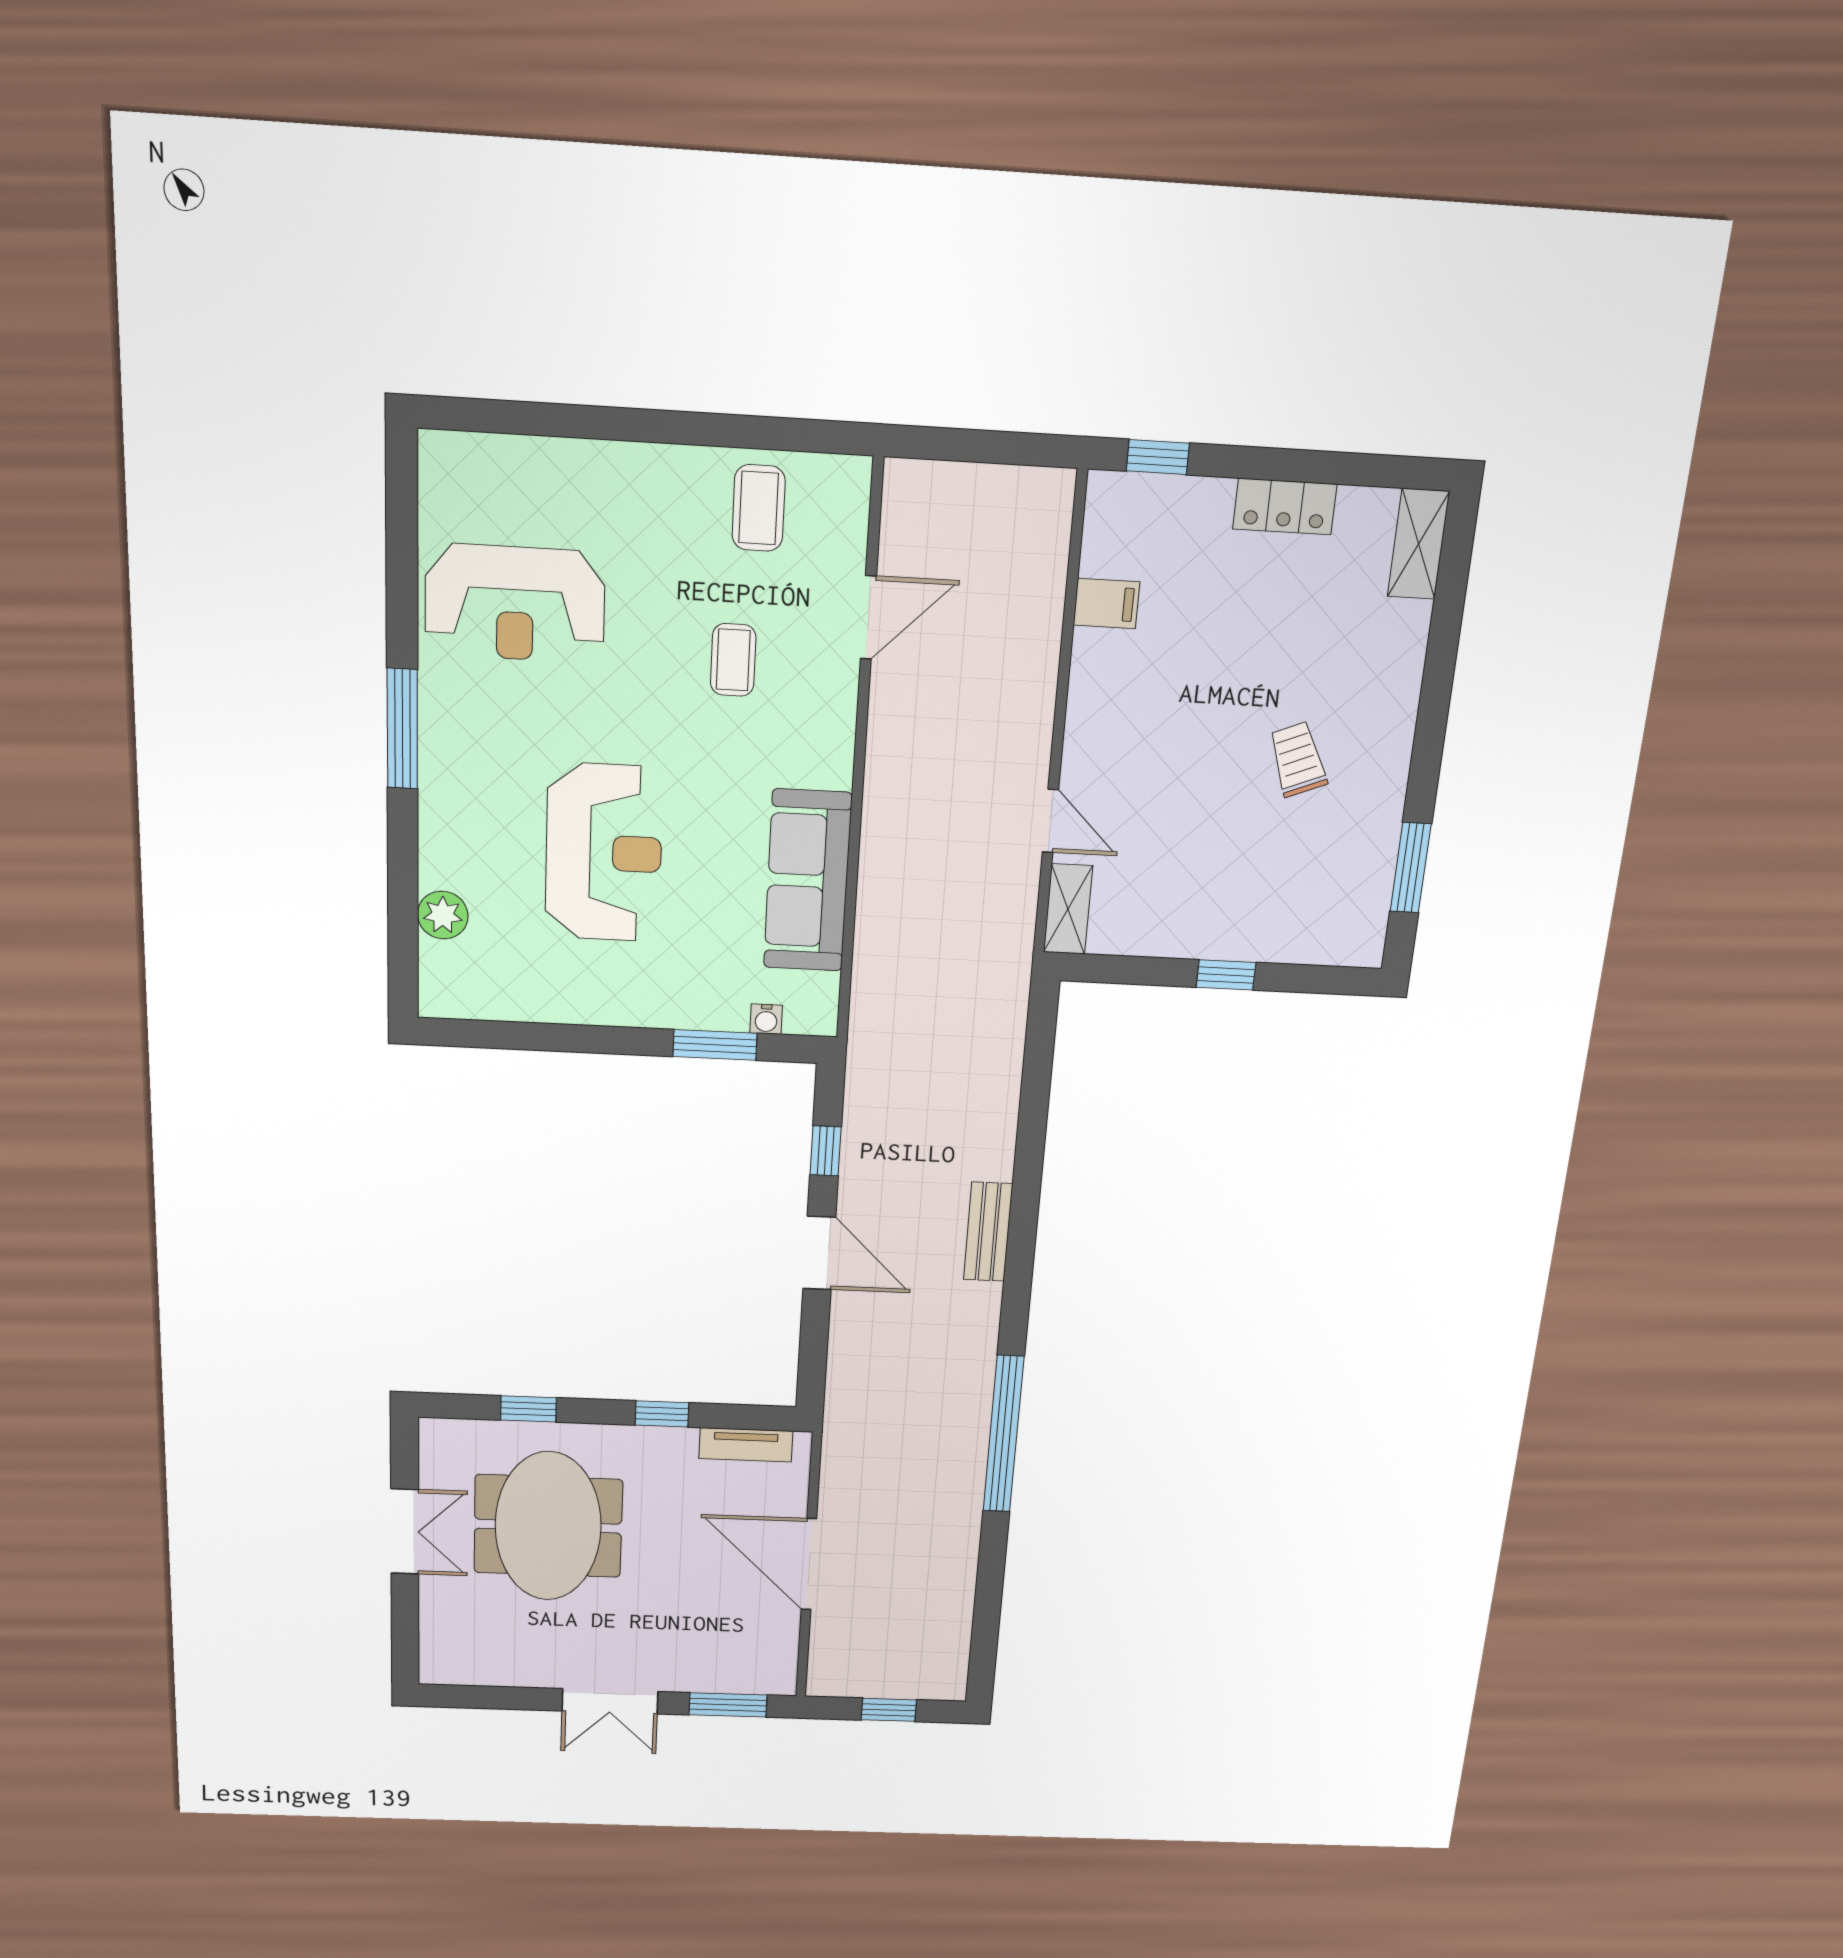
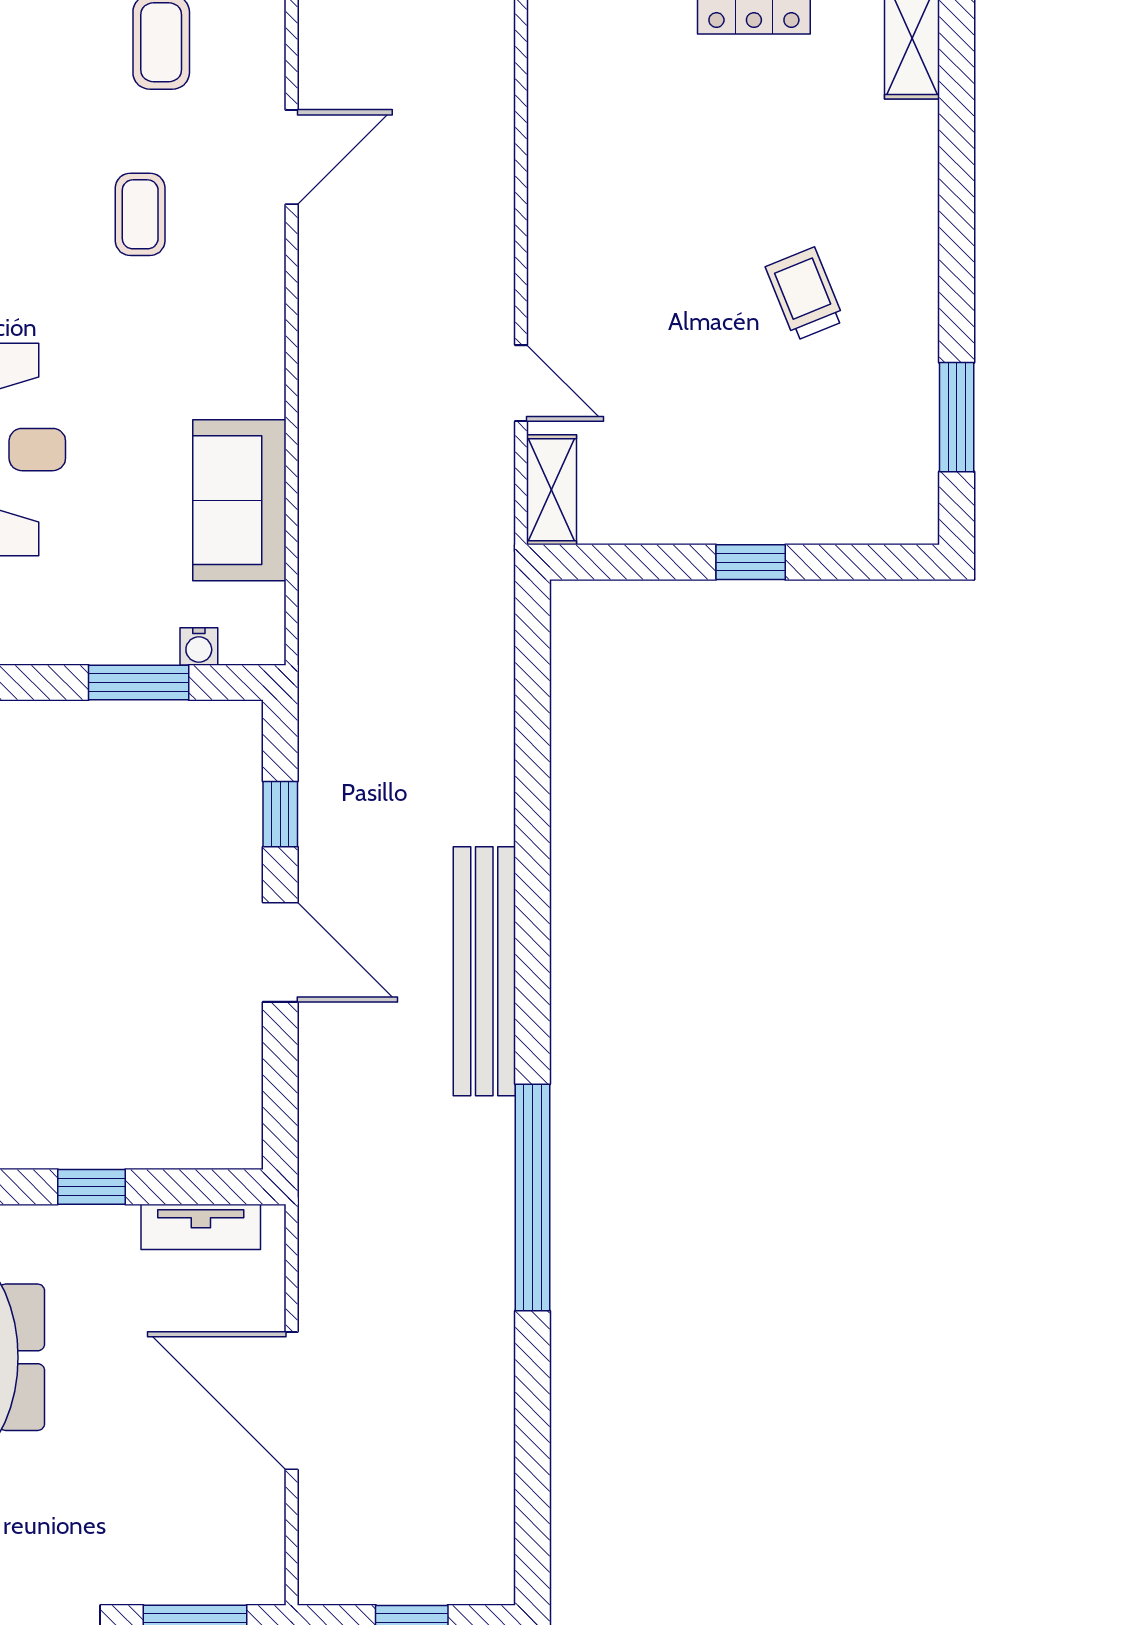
filing cabinet: (1106, 604) -> (562, 126), removed
sofa: (808, 881) -> (239, 500), width x0.73
bench: (988, 1232) -> (484, 971), width x1.86, depth x1.21

